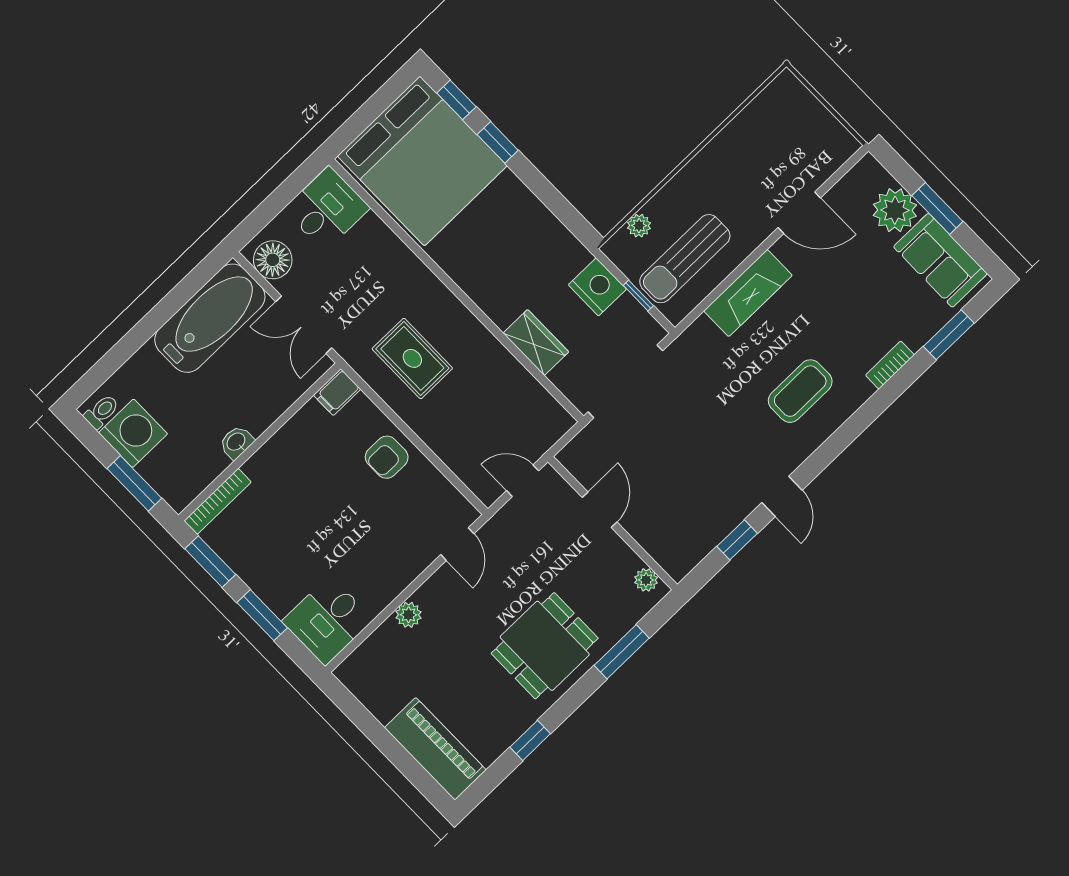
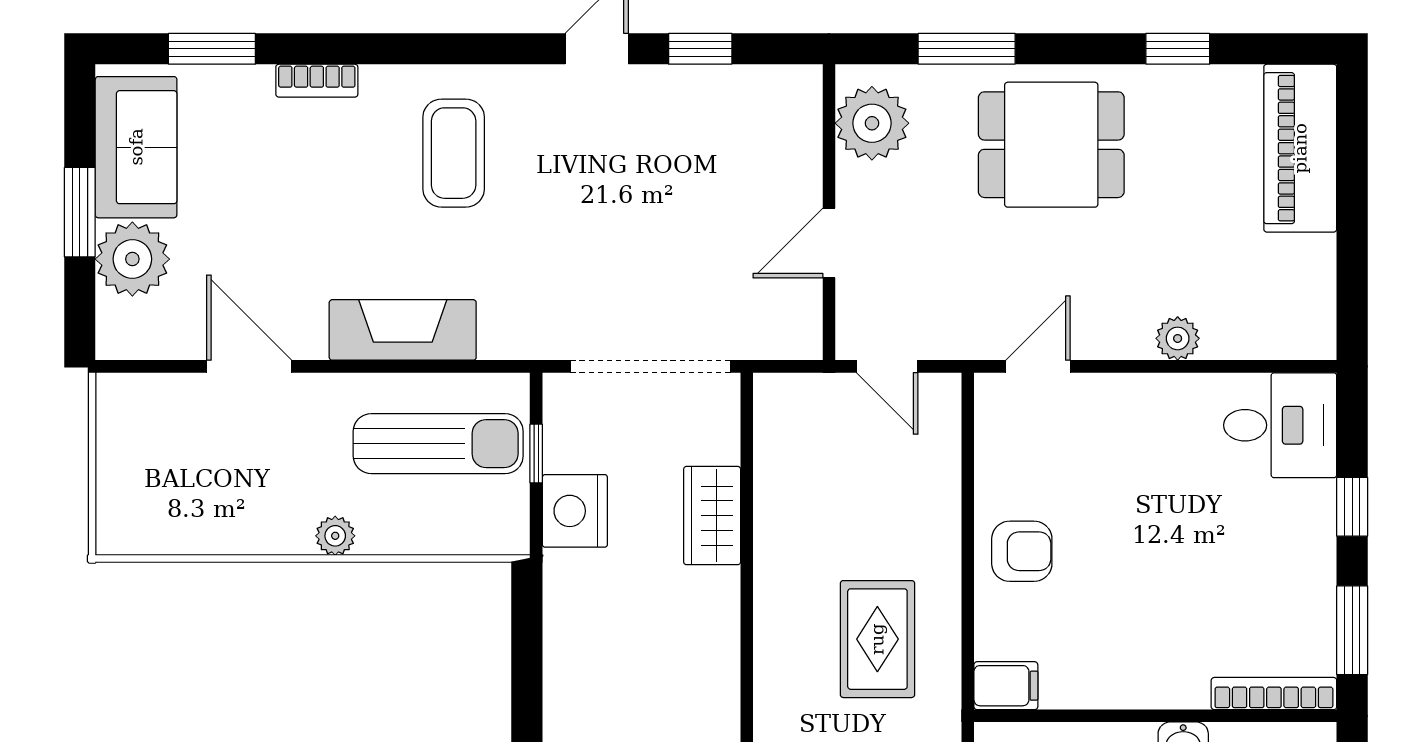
plant: (639, 226) -> (335, 536), moved
coffee table: (800, 391) -> (454, 153), turned 90
plant: (646, 580) -> (872, 123), width x1.88, depth x1.88
window: (262, 615) -> (1352, 507), width x0.67

